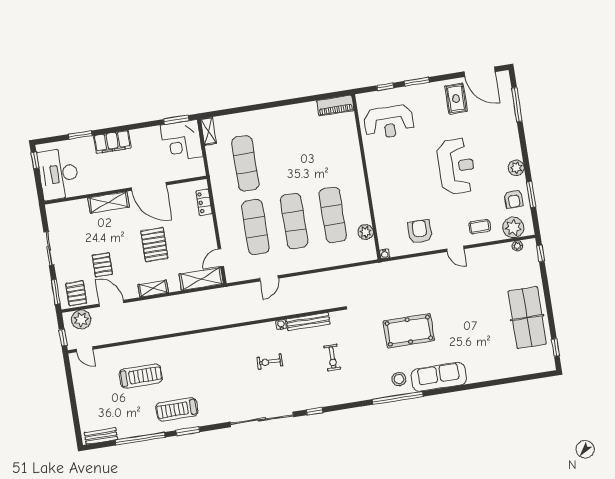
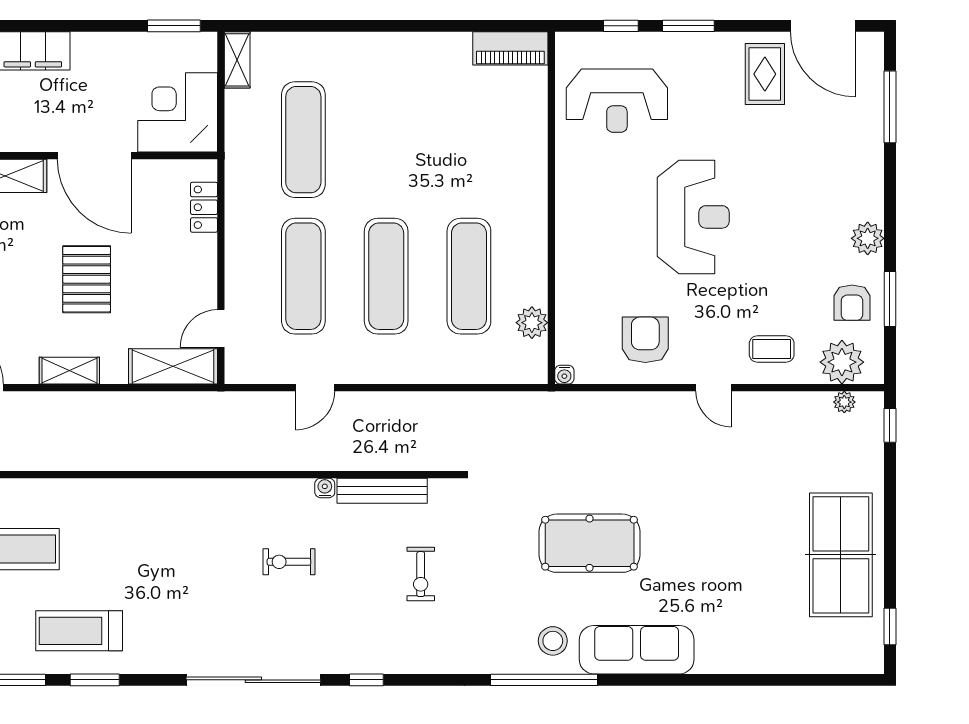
corner desk: (182, 141) -> (178, 112), moved, turned 90
reception desk: (456, 166) -> (693, 217), moved

